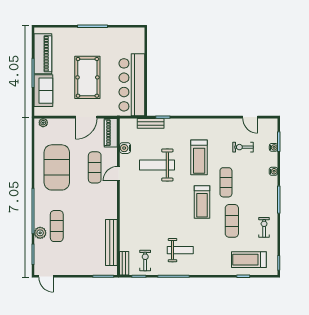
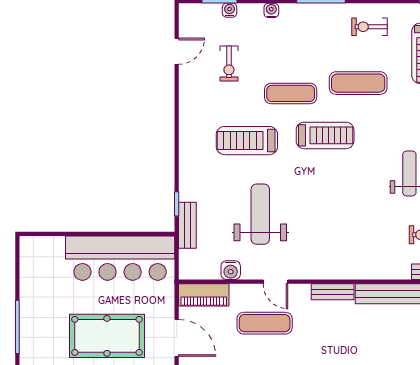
treadmill: (199, 157) -> (247, 141), turned 180
weight bench: (157, 165) -> (260, 214), turned 180
bench: (113, 206) -> (333, 292), added

